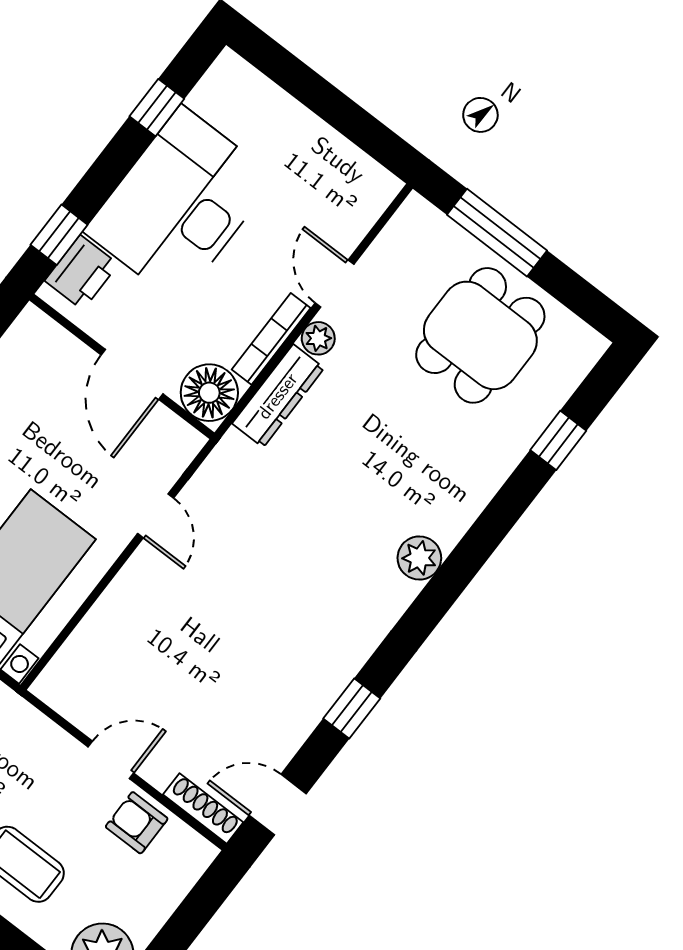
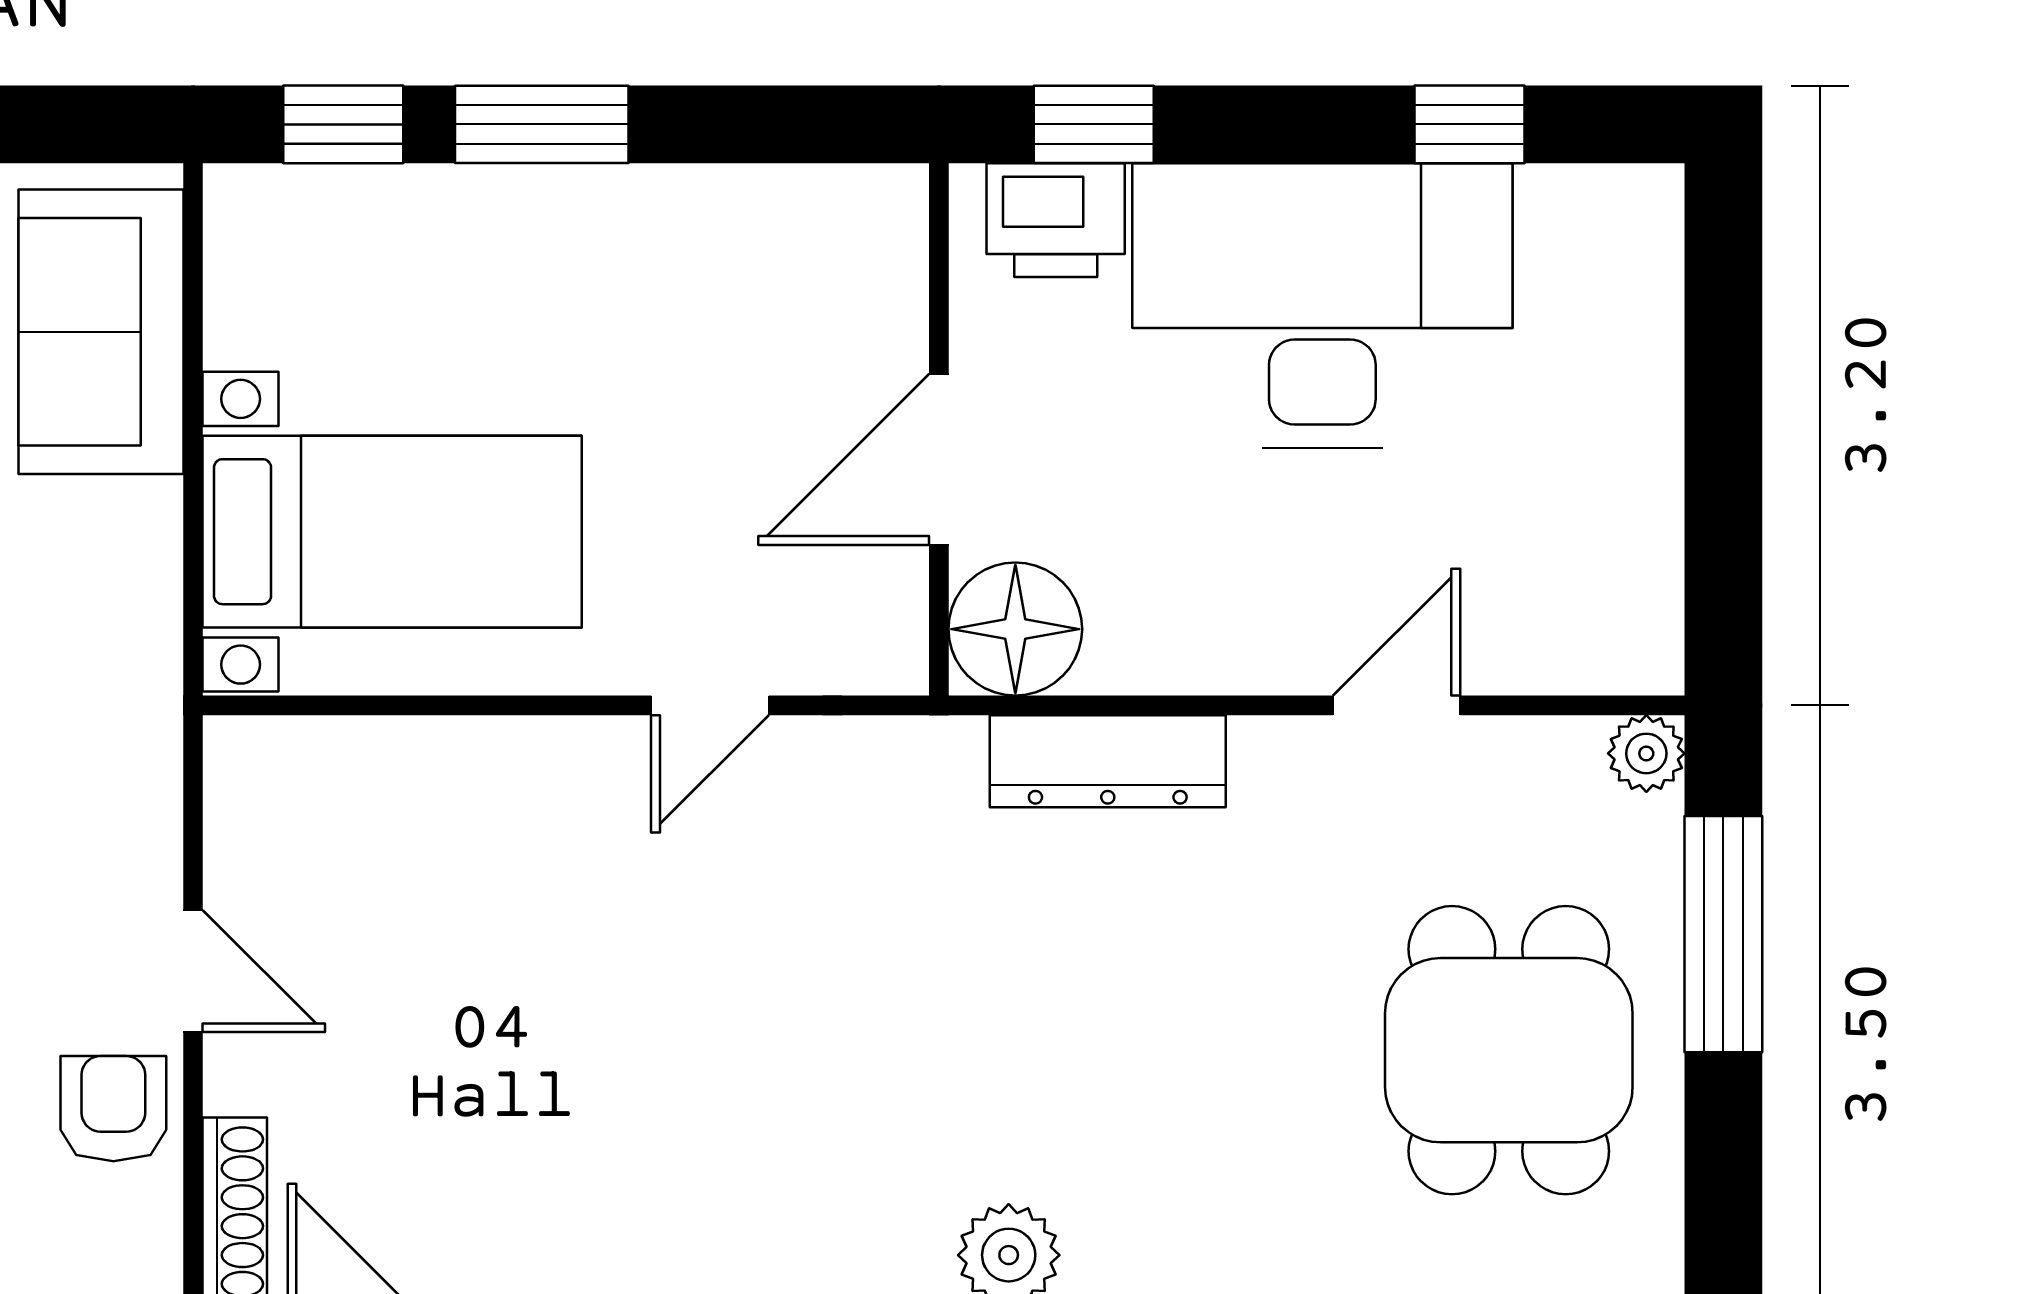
dining table: (480, 335) -> (1509, 1050), turned 90
plant: (318, 338) -> (1646, 753), moved
bookcase: (271, 339) -> (1203, 667), removed

